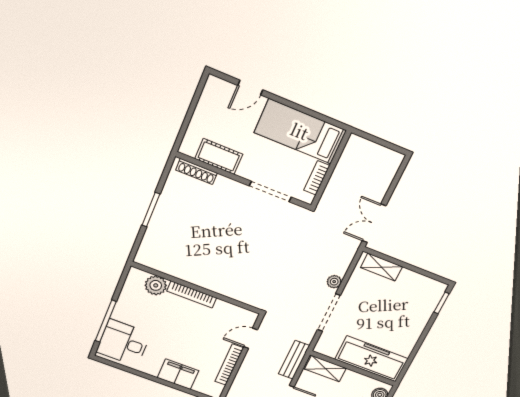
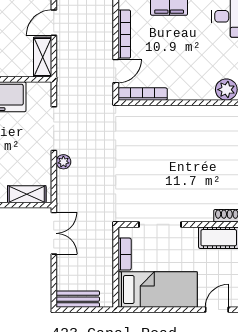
bookcase: (192, 294) -> (143, 94), moved
bench: (294, 360) -> (78, 299), moved, turned 90
shelving: (325, 369) -> (43, 57), moved, turned 90

